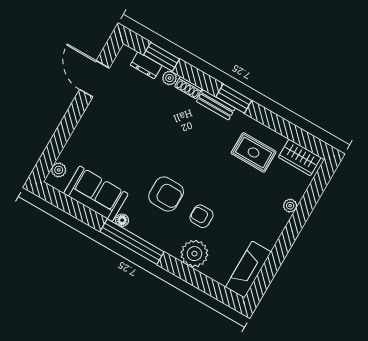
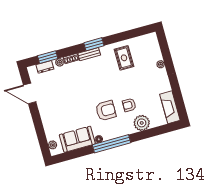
rug: (254, 152) -> (124, 58), turned 90
wardrobe: (300, 157) -> (145, 41), removed

